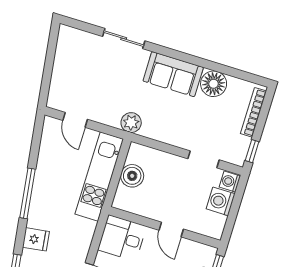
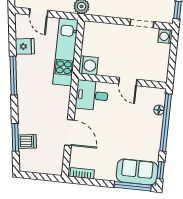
boiler: (132, 176) -> (90, 47), removed
washing machine: (221, 201) -> (88, 65), moved, turned 180
fridge: (36, 239) -> (25, 46), moved

